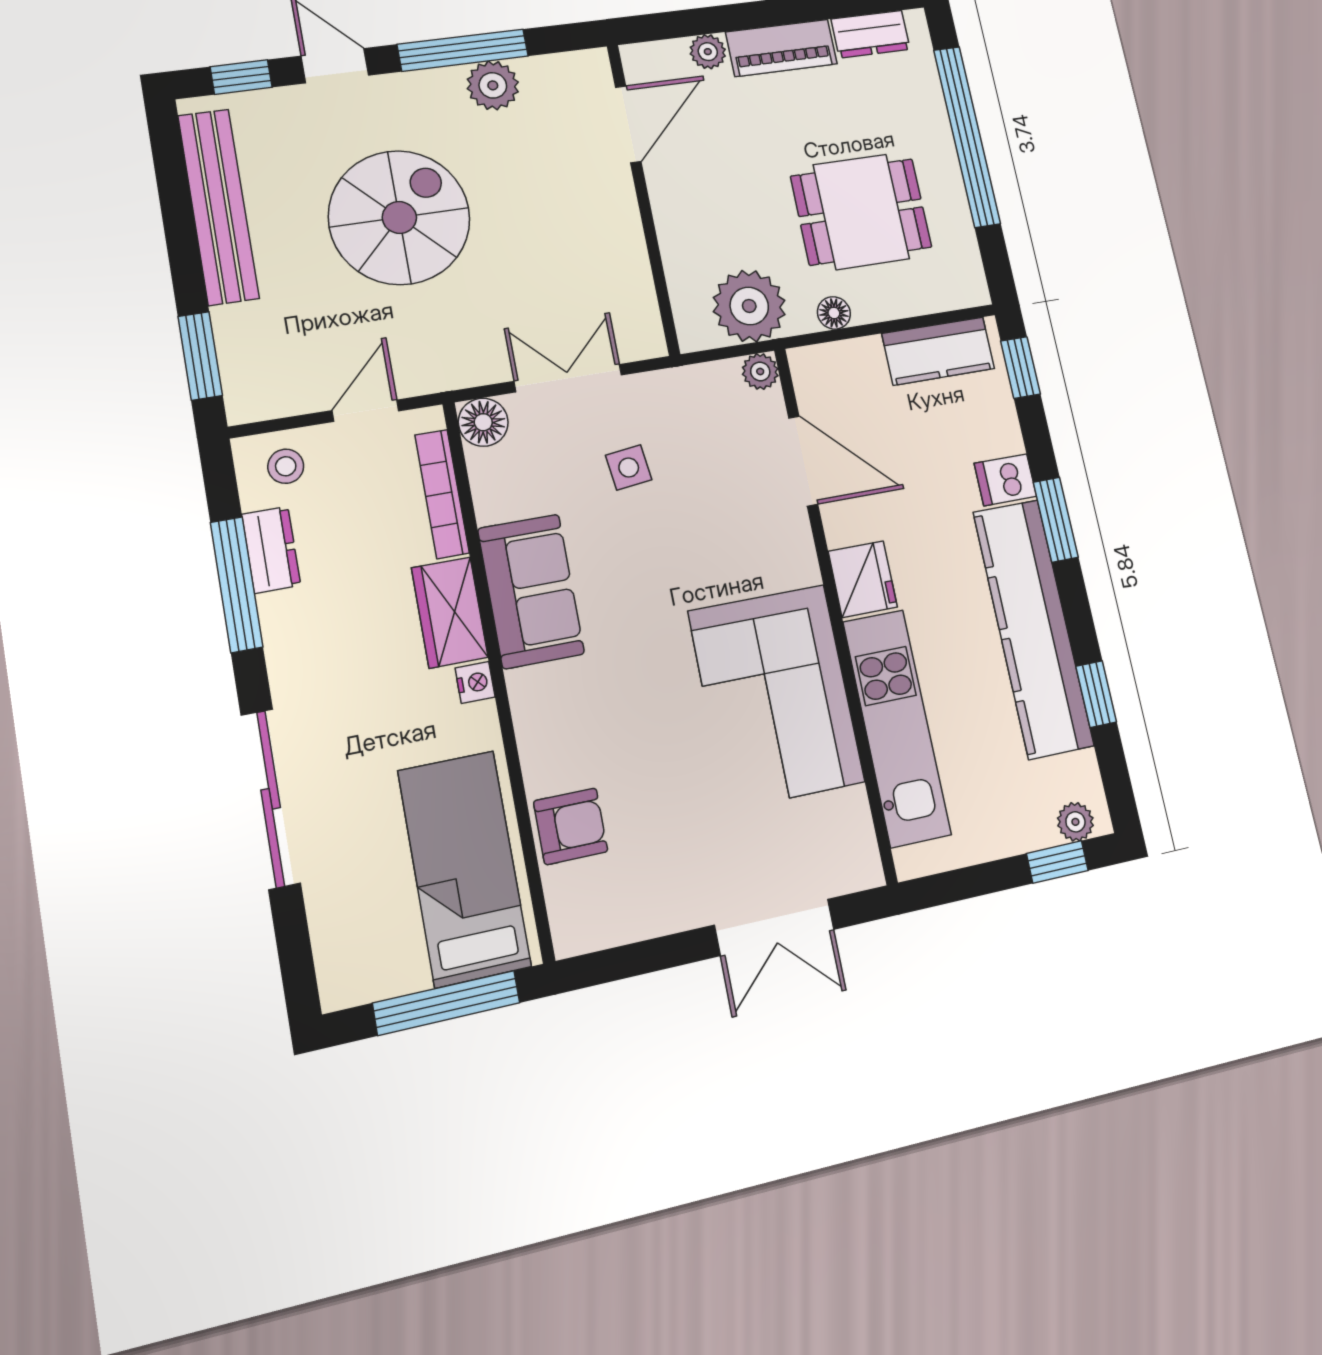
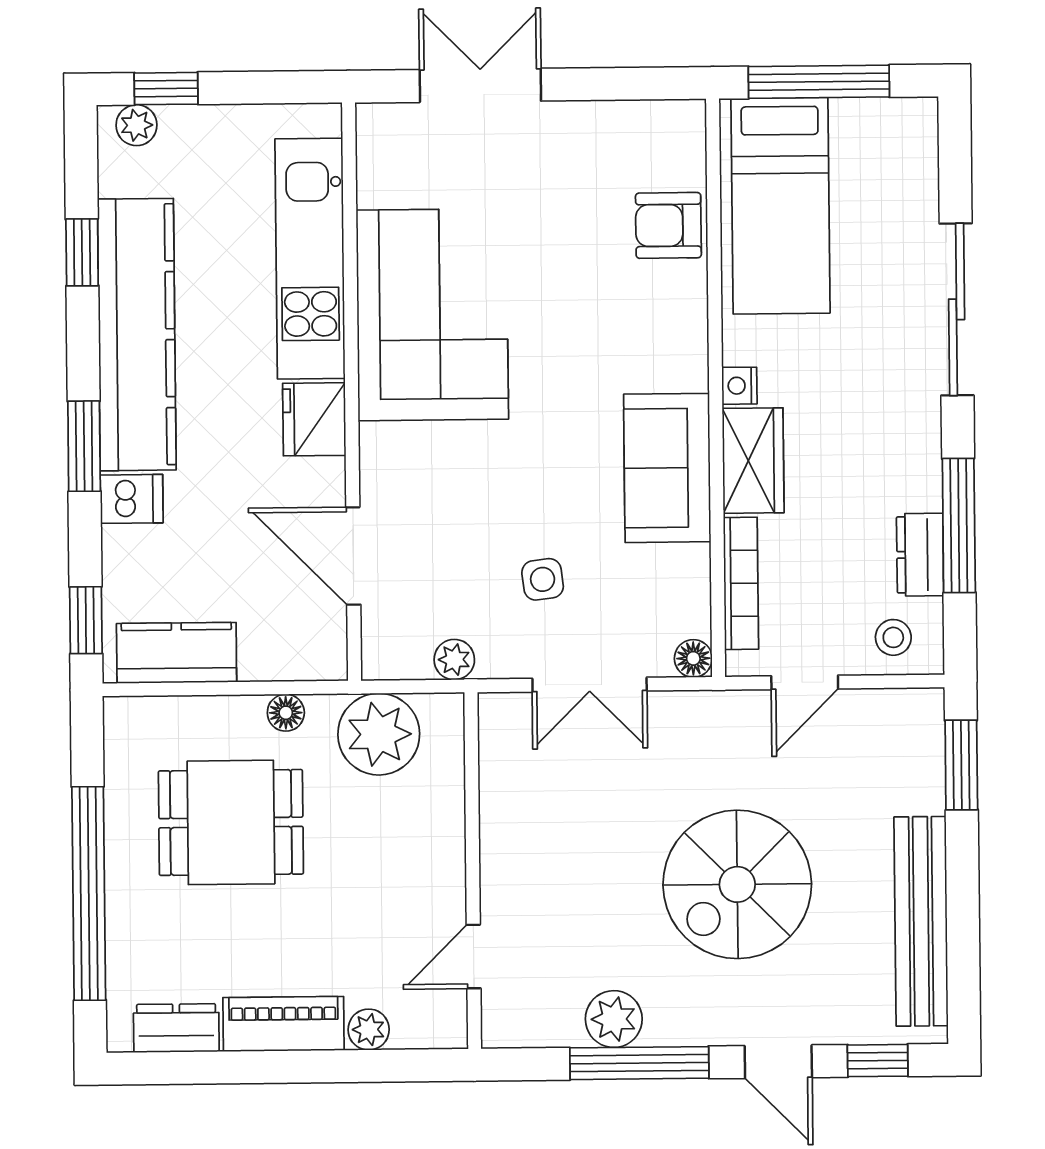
door: (628, 124) -> (474, 957), width x0.73
plant: (760, 371) -> (454, 660), moved
floor lamp: (483, 422) -> (693, 658), width x0.73, depth x0.73

